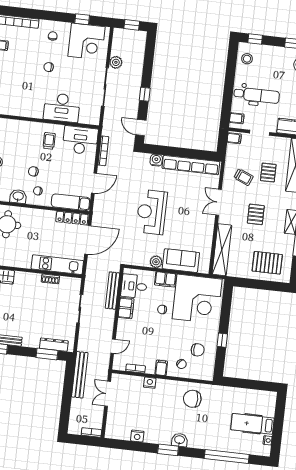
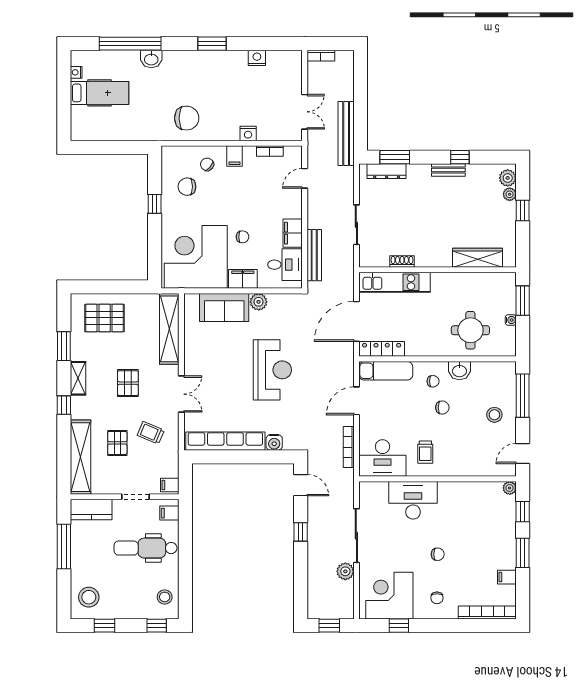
washbasin: (180, 440) -> (151, 59), moved

